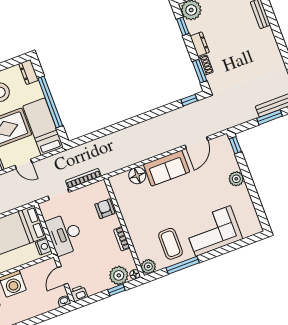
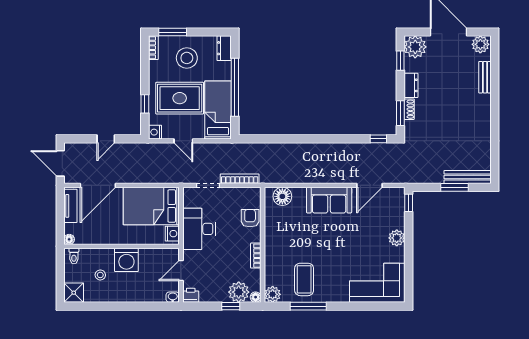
floor lamp: (137, 175) -> (282, 196), moved
corner sofa: (213, 231) -> (377, 283), moved

